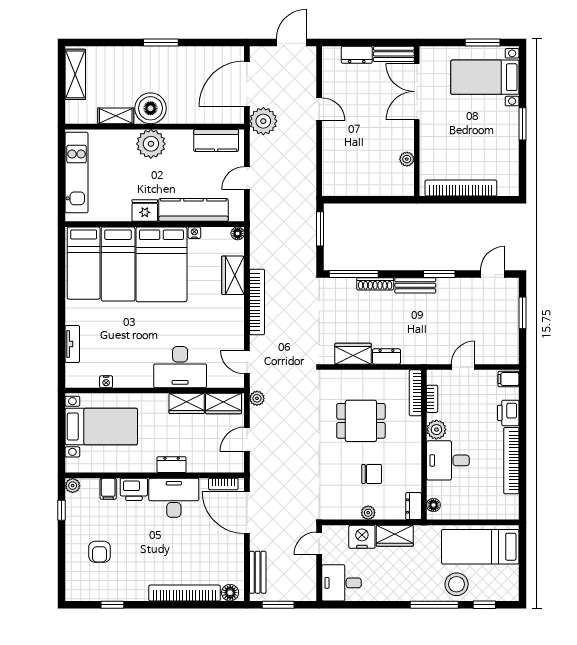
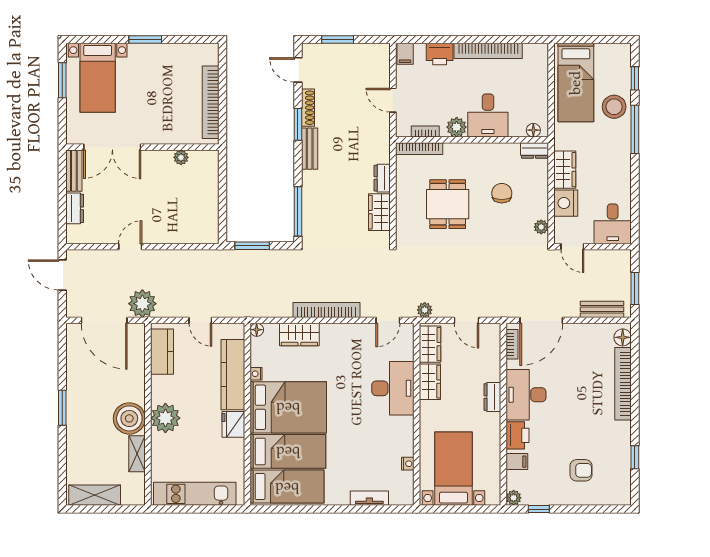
shoe rack: (375, 284) -> (308, 108), moved
plant: (368, 513) -> (541, 227), moved

